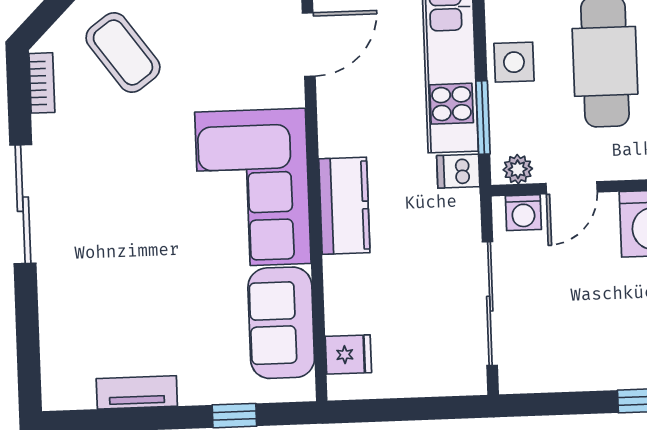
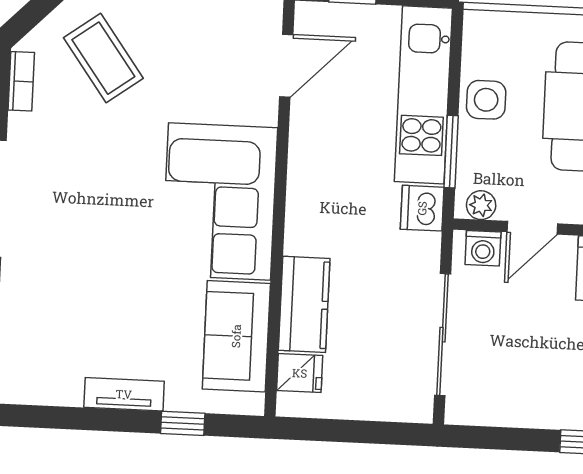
dishwasher: (458, 171) -> (422, 208), width x1.38
kitchen counter: (344, 206) -> (304, 304), moved
tv unit: (137, 392) -> (124, 394), moved

